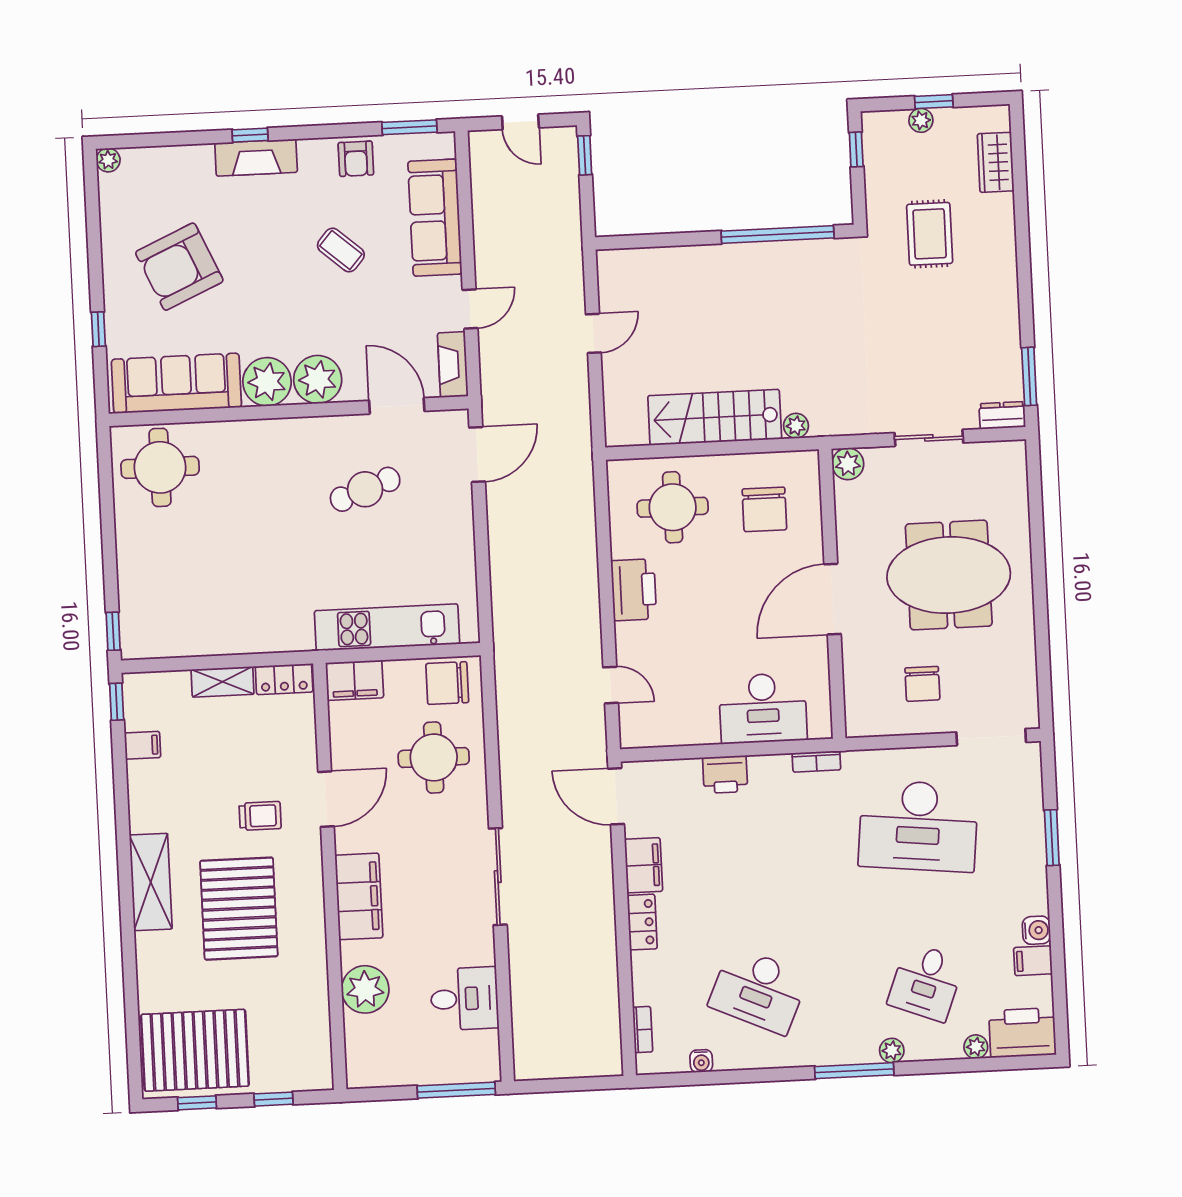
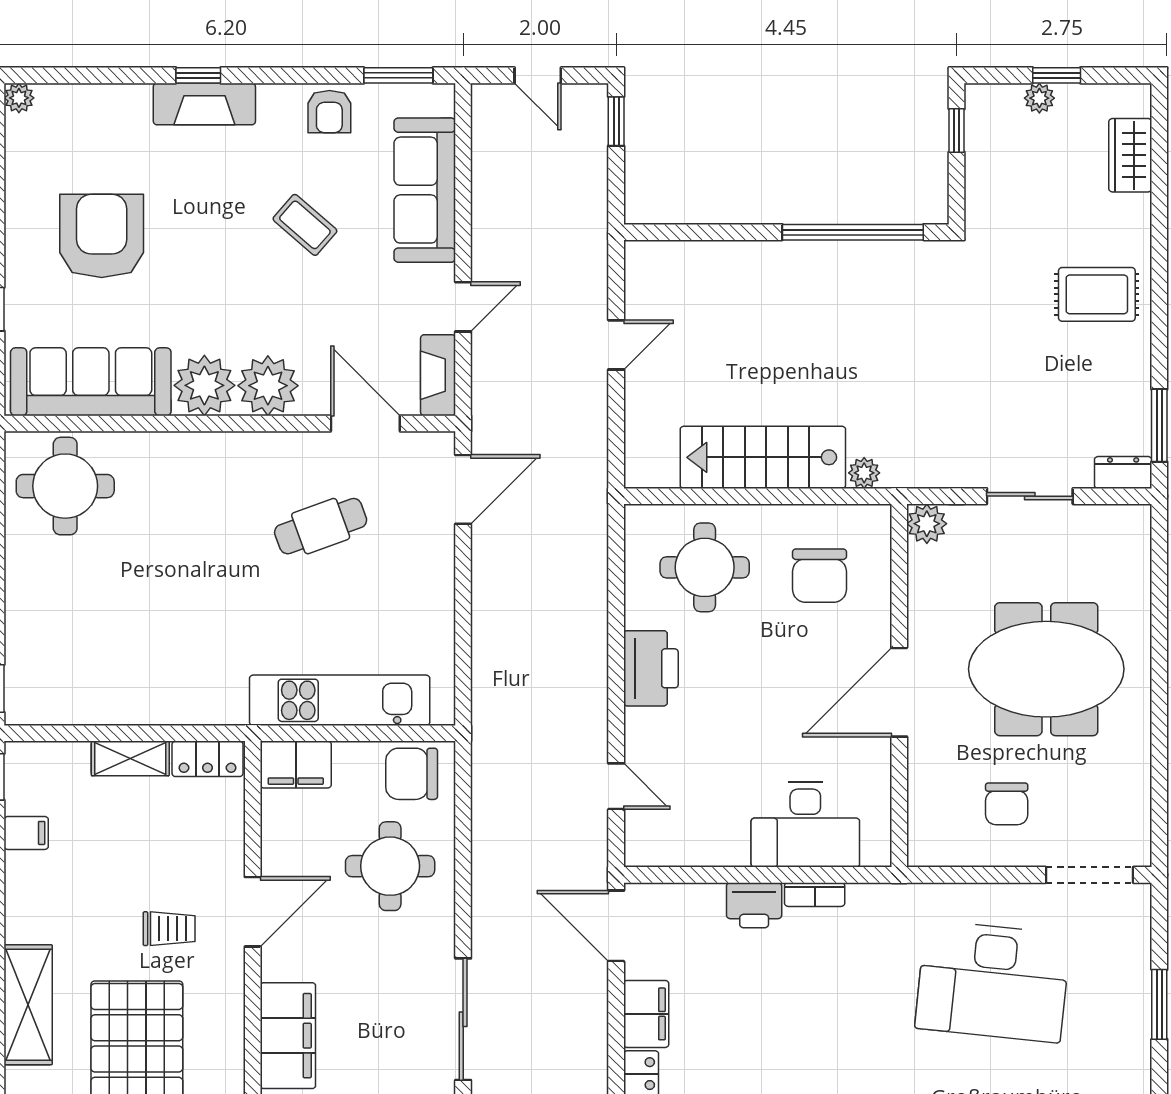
rug: (930, 234) -> (1097, 294), moved, turned 90
armchair: (179, 267) -> (102, 236), turned 114
bookcase: (816, 761) -> (815, 895), moved

